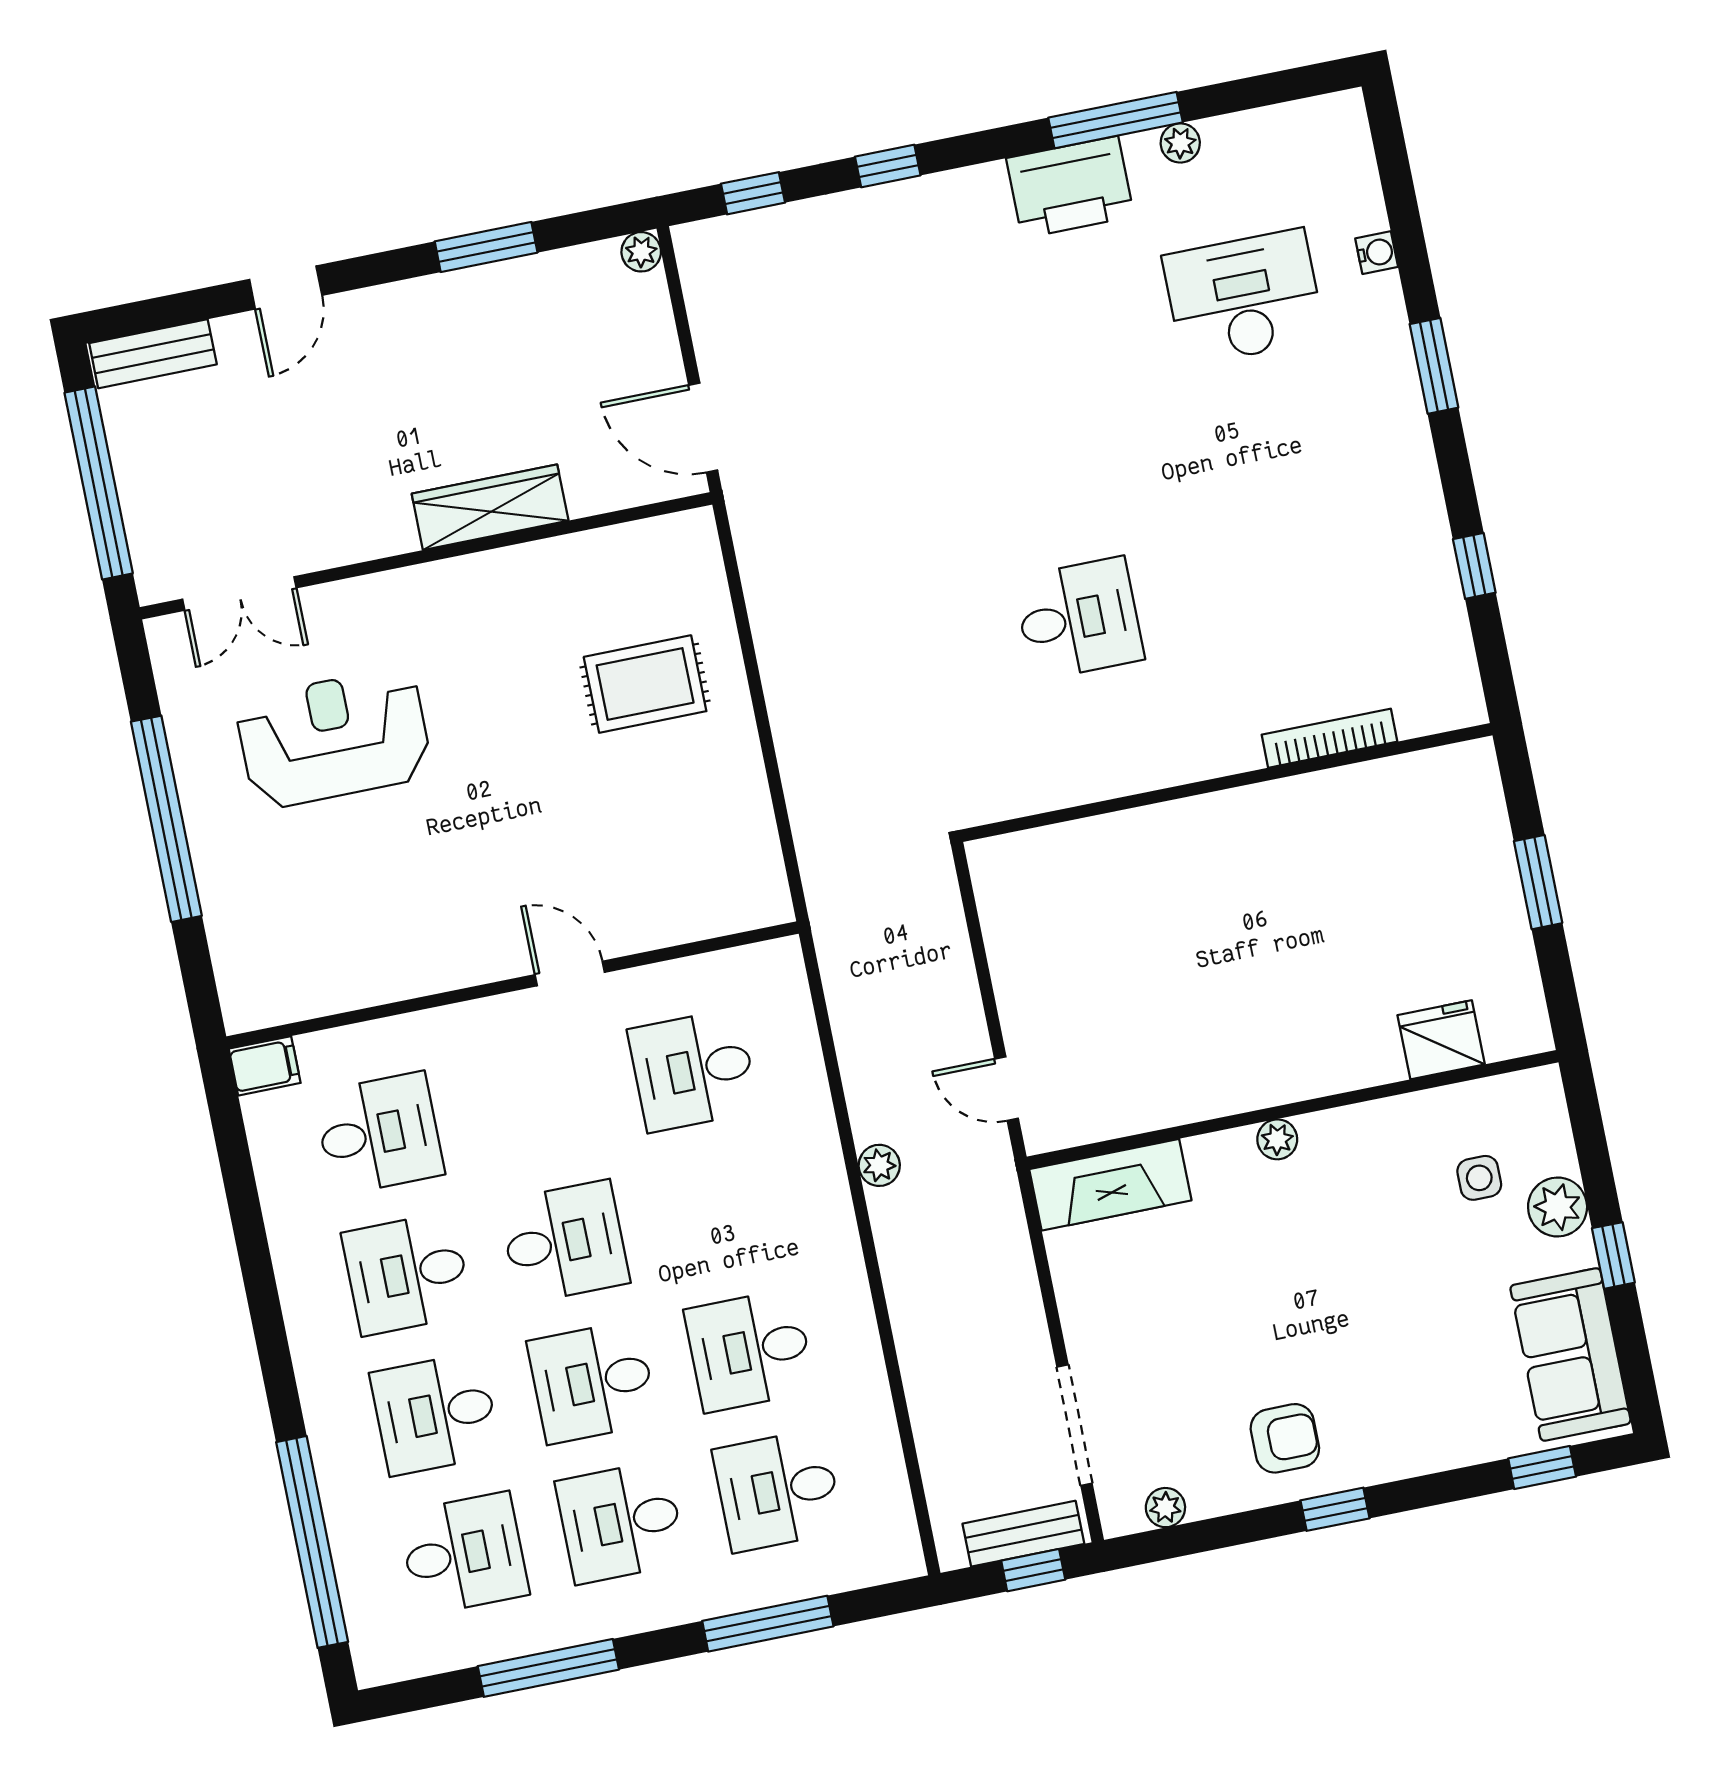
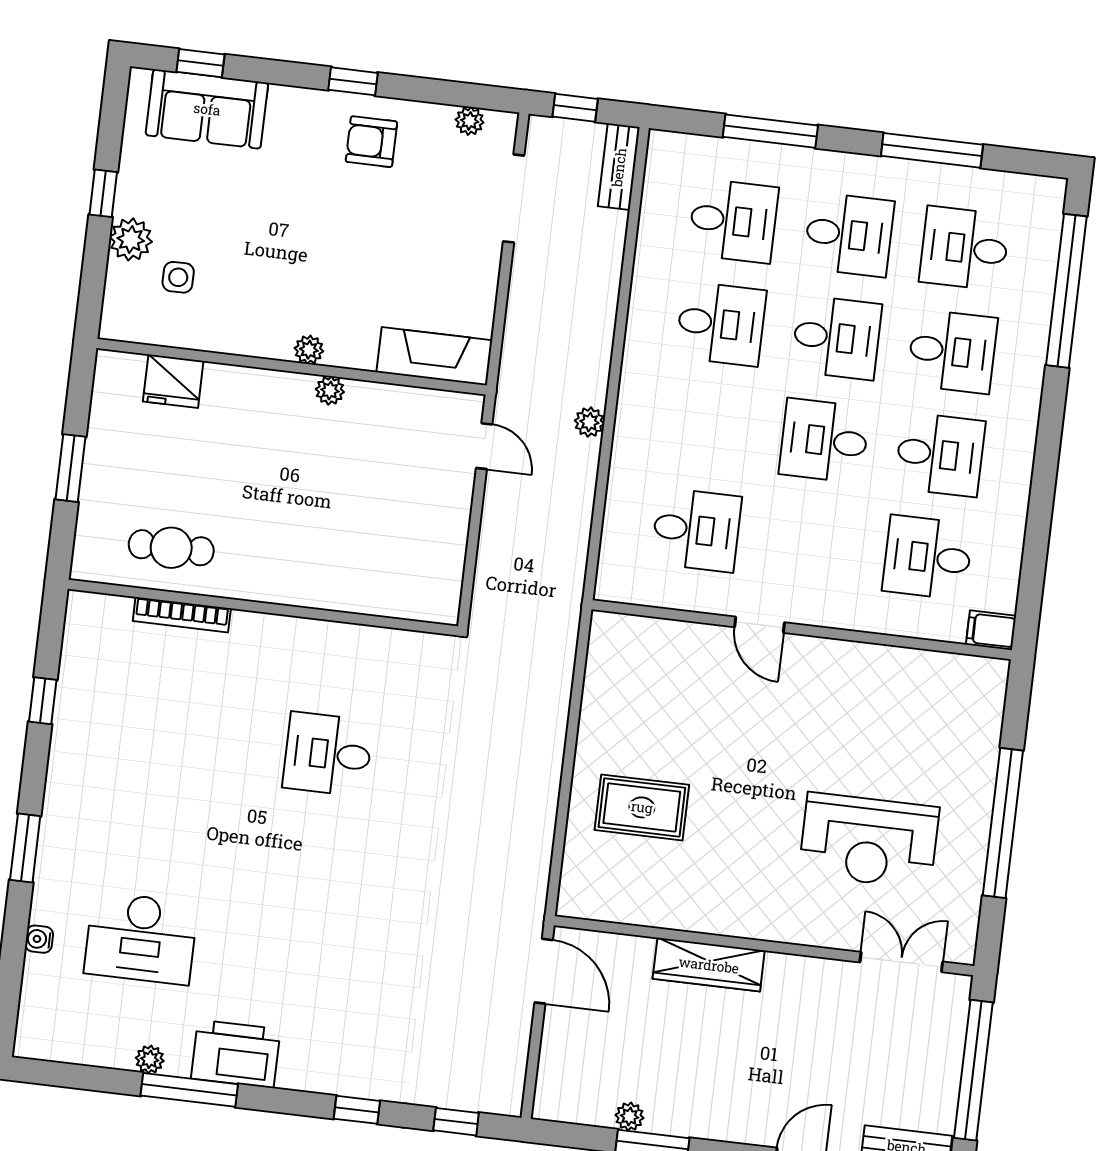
plant: (641, 252) -> (629, 1117), moved
cafe table: (1372, 821) -> (171, 548), added
plant: (1232, 1095) -> (330, 390), added
sofa: (1570, 1354) -> (207, 109), moved, turned 90
bench: (1023, 1534) -> (619, 167), moved, turned 90

